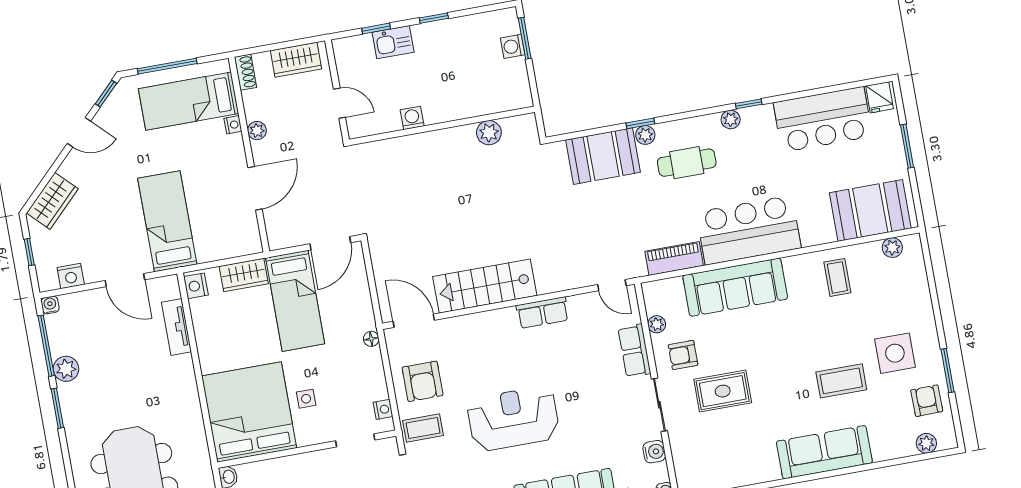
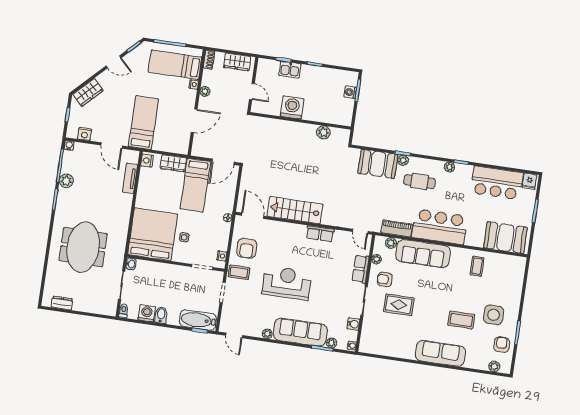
washing machine: (412, 118) -> (292, 107), width x1.89, depth x1.89
plant: (892, 248) -> (391, 243), moved

